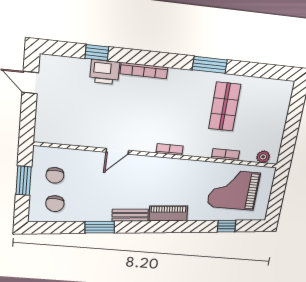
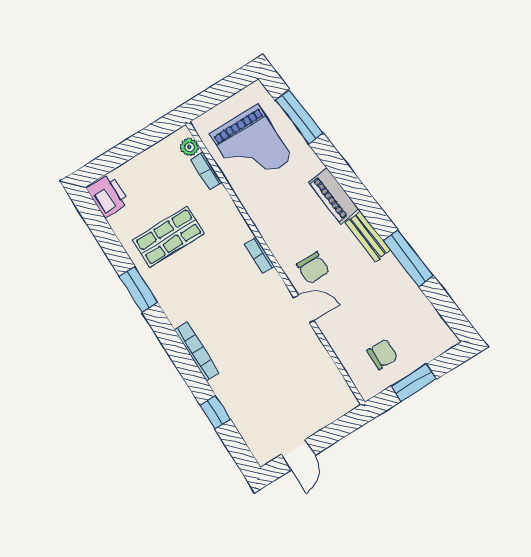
printer: (105, 72) -> (108, 196), moved
bookcase: (225, 155) -> (206, 171), moved
chair: (55, 204) -> (313, 268), moved, turned 90
window: (226, 226) -> (299, 117), width x2.17
window: (100, 227) -> (408, 258), width x1.44

